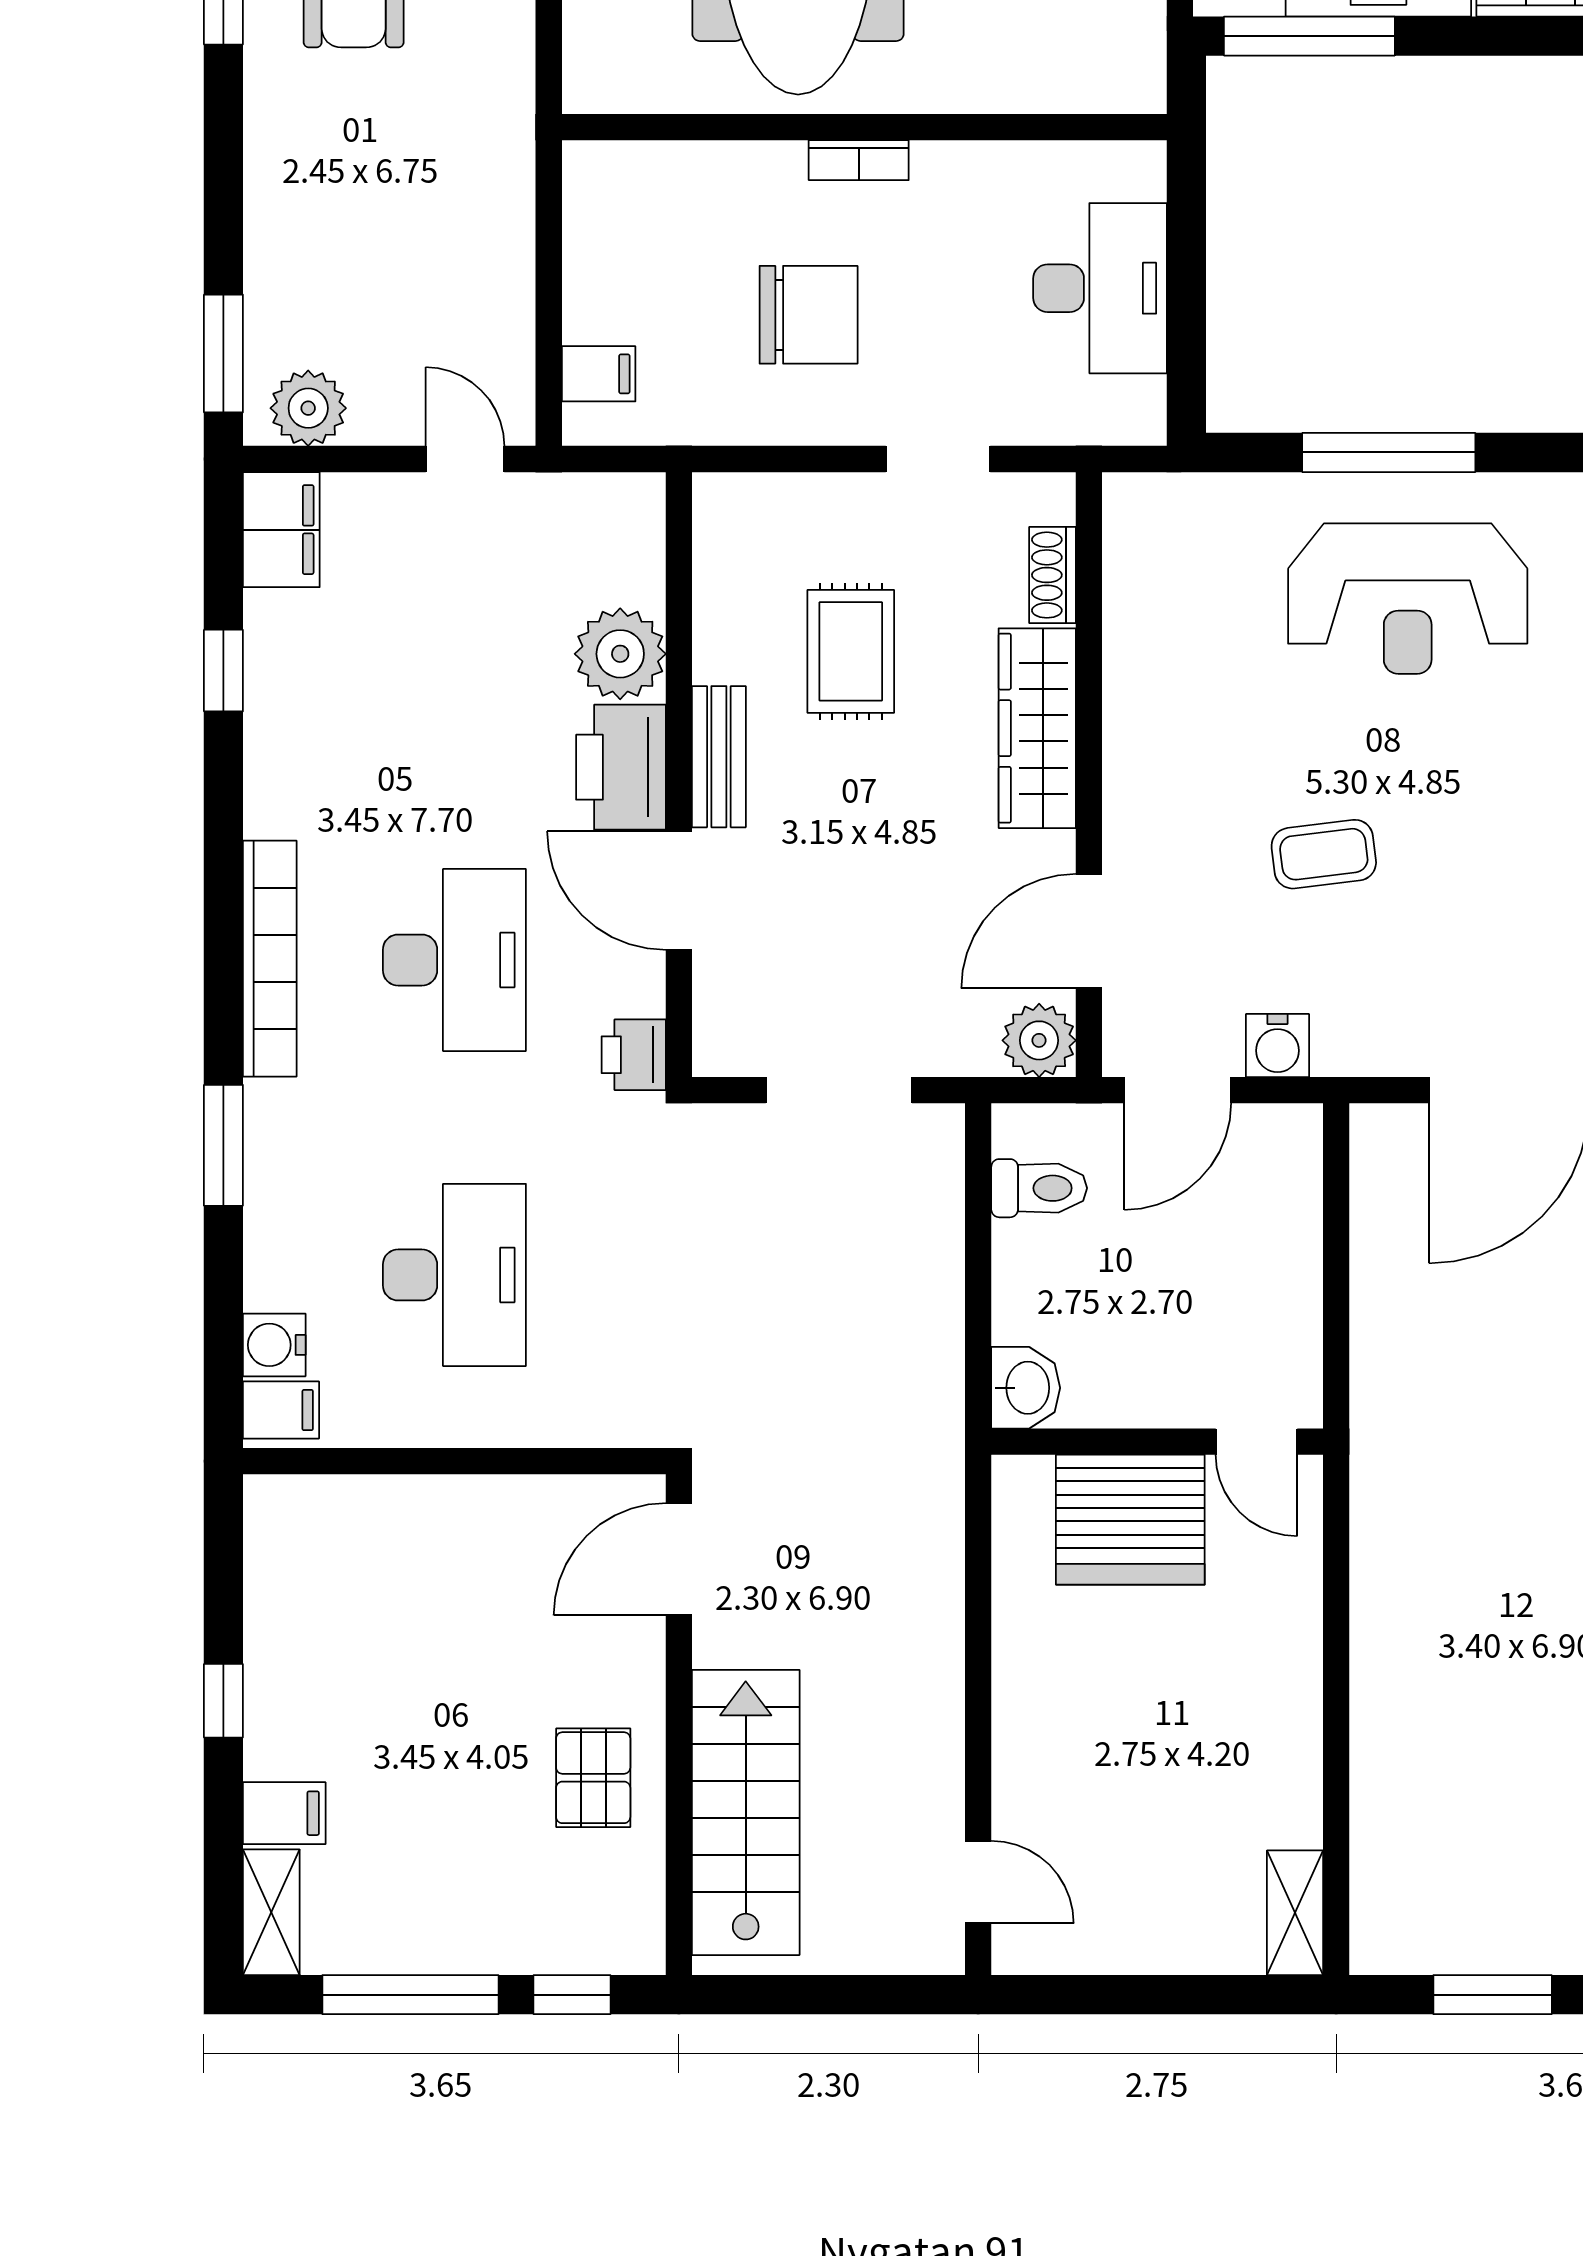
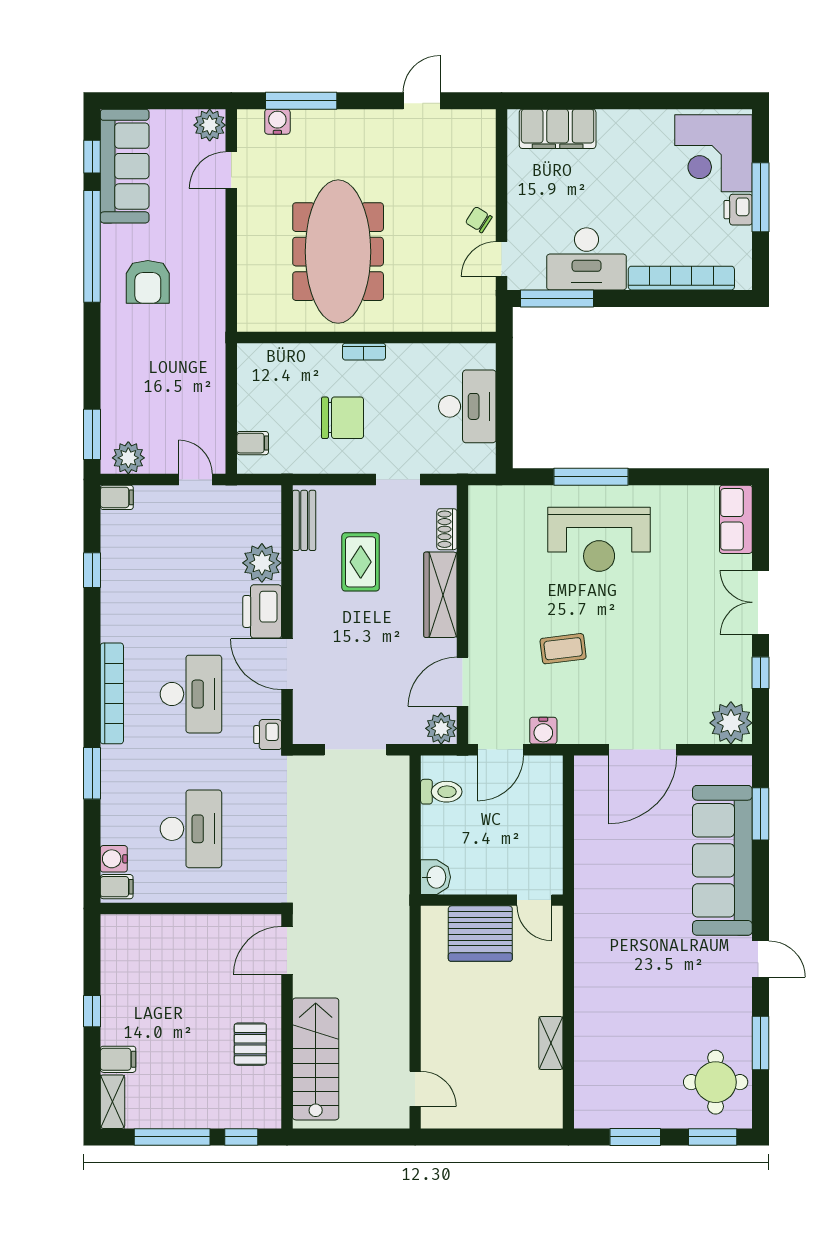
filing cabinet: (281, 530) -> (117, 497), width x0.50
bench: (719, 757) -> (304, 520), moved
shelving: (1295, 1913) -> (551, 1043), moved

